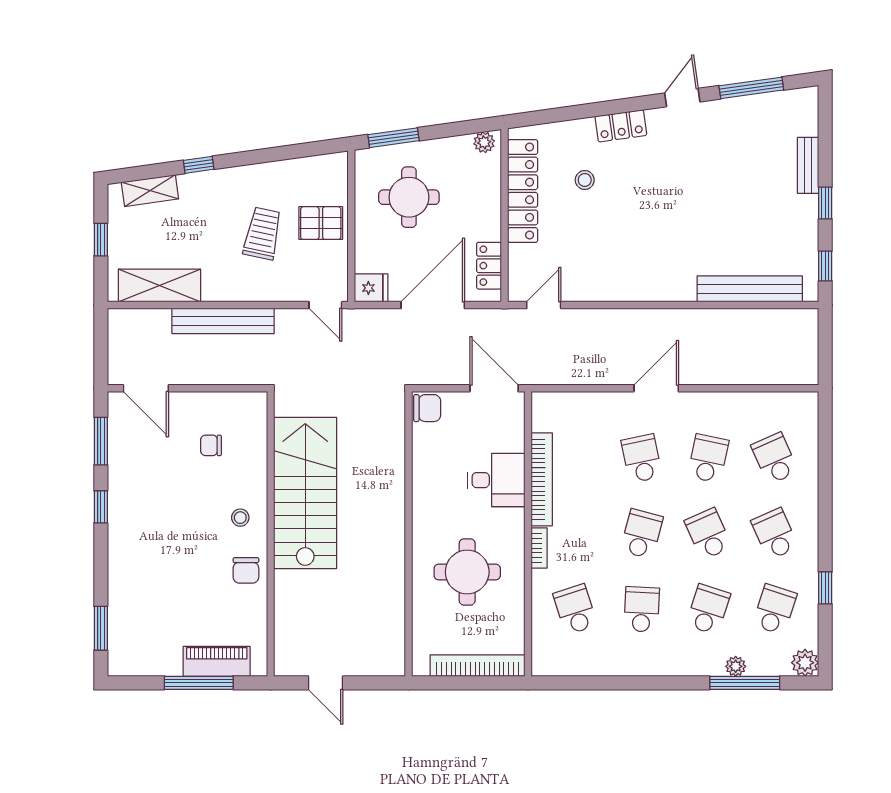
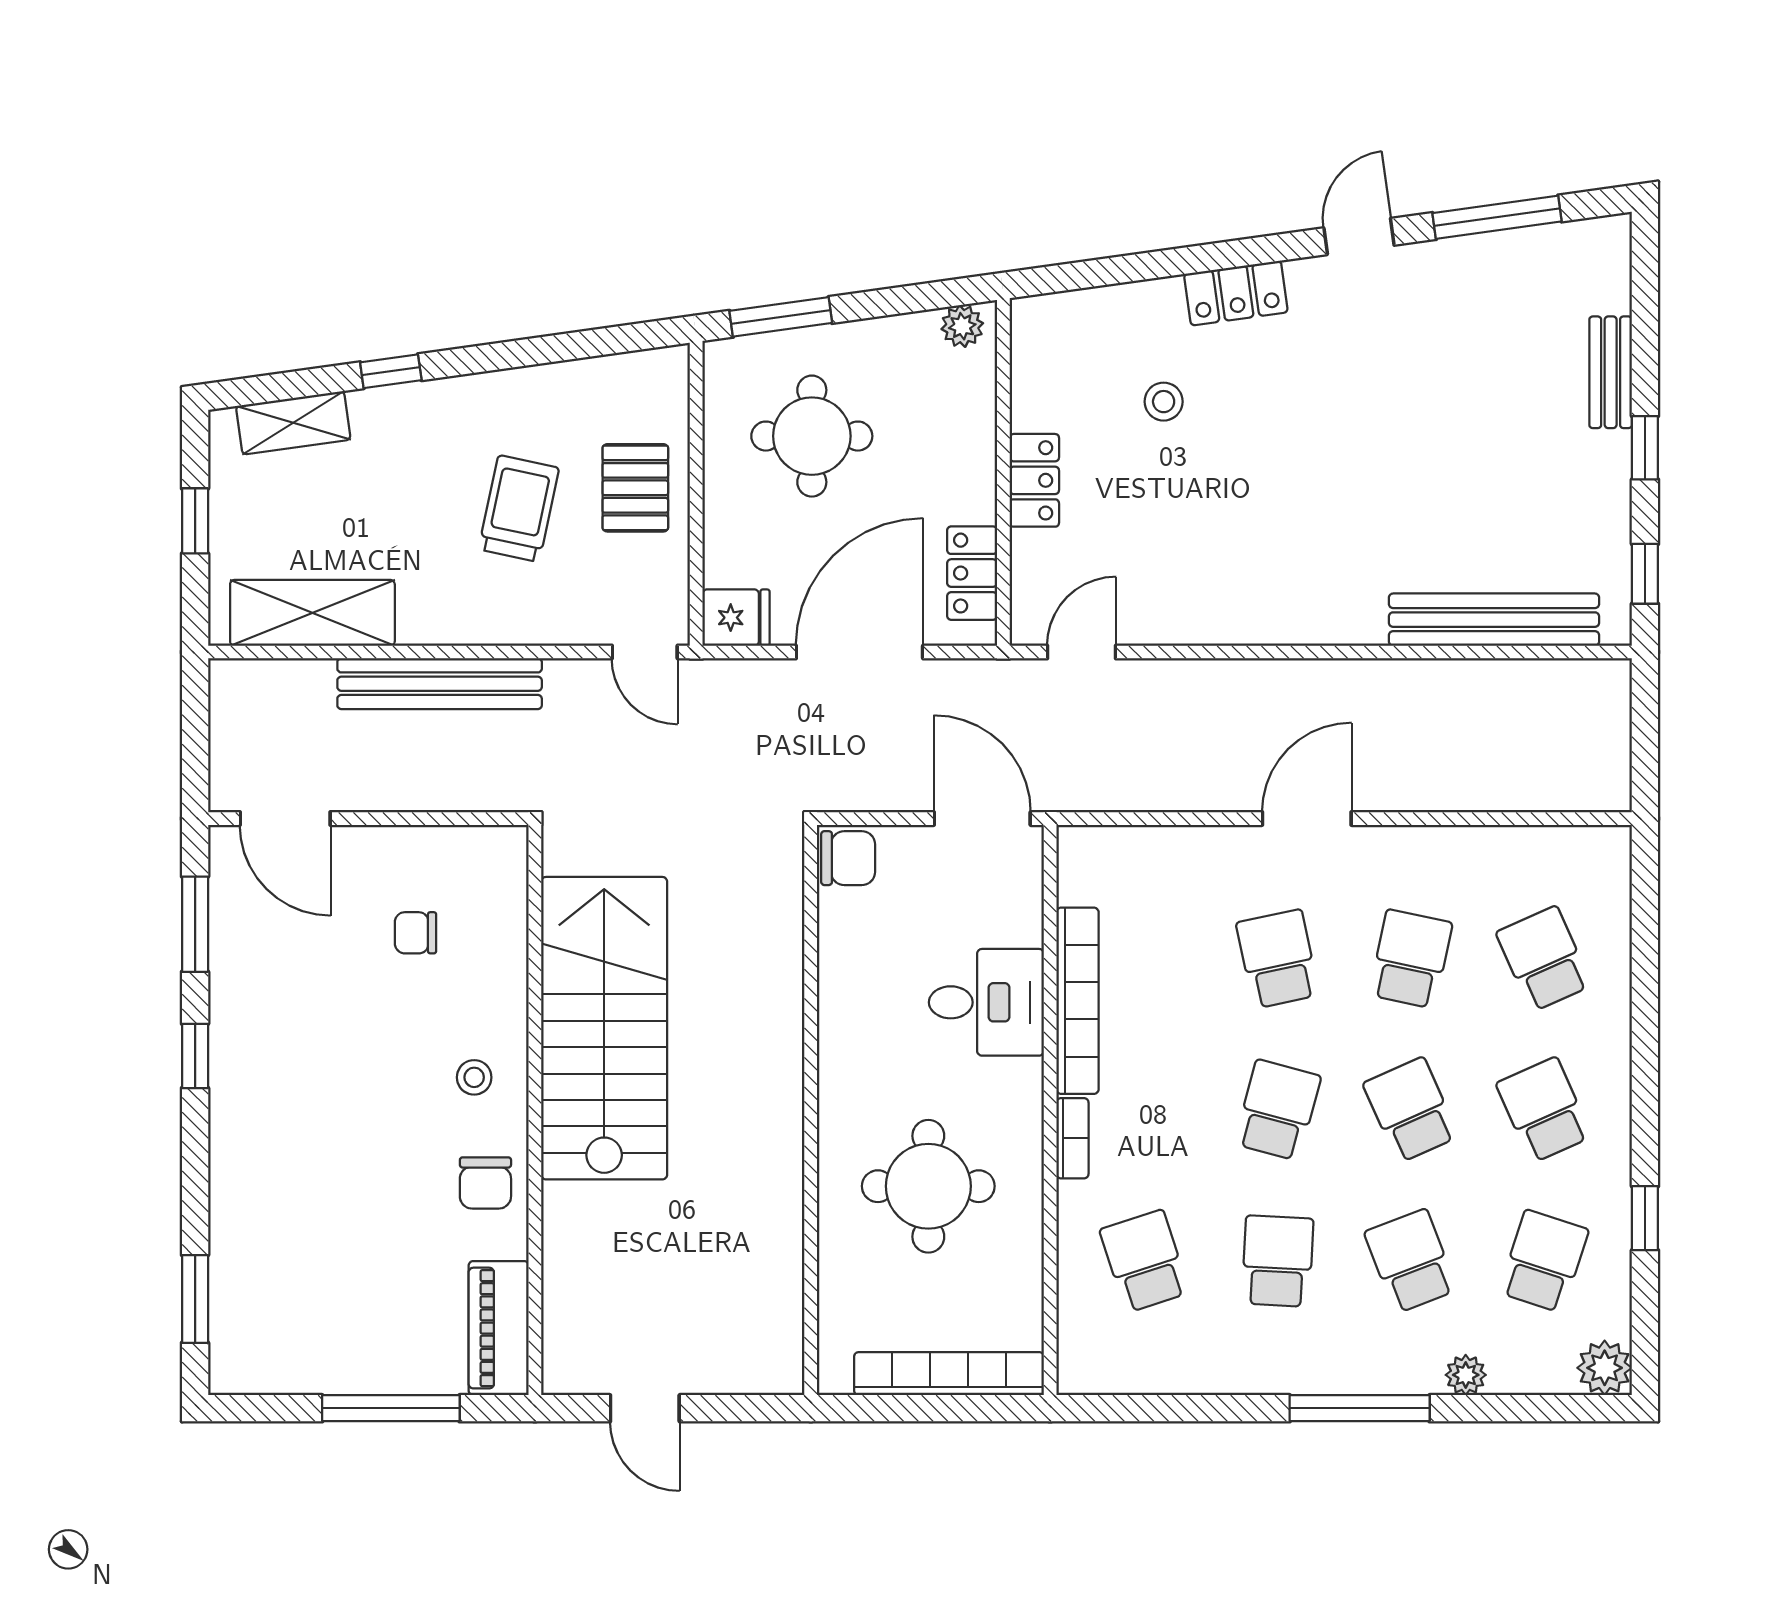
locker: (523, 191) -> (1034, 480), width x0.46, depth x0.83
pallet: (321, 223) -> (635, 488), turned 90
school desk: (708, 609) -> (1411, 1261), turned -39
piano: (217, 661) -> (499, 1328), moved, turned -90
window: (745, 683) -> (1360, 1408), moved

